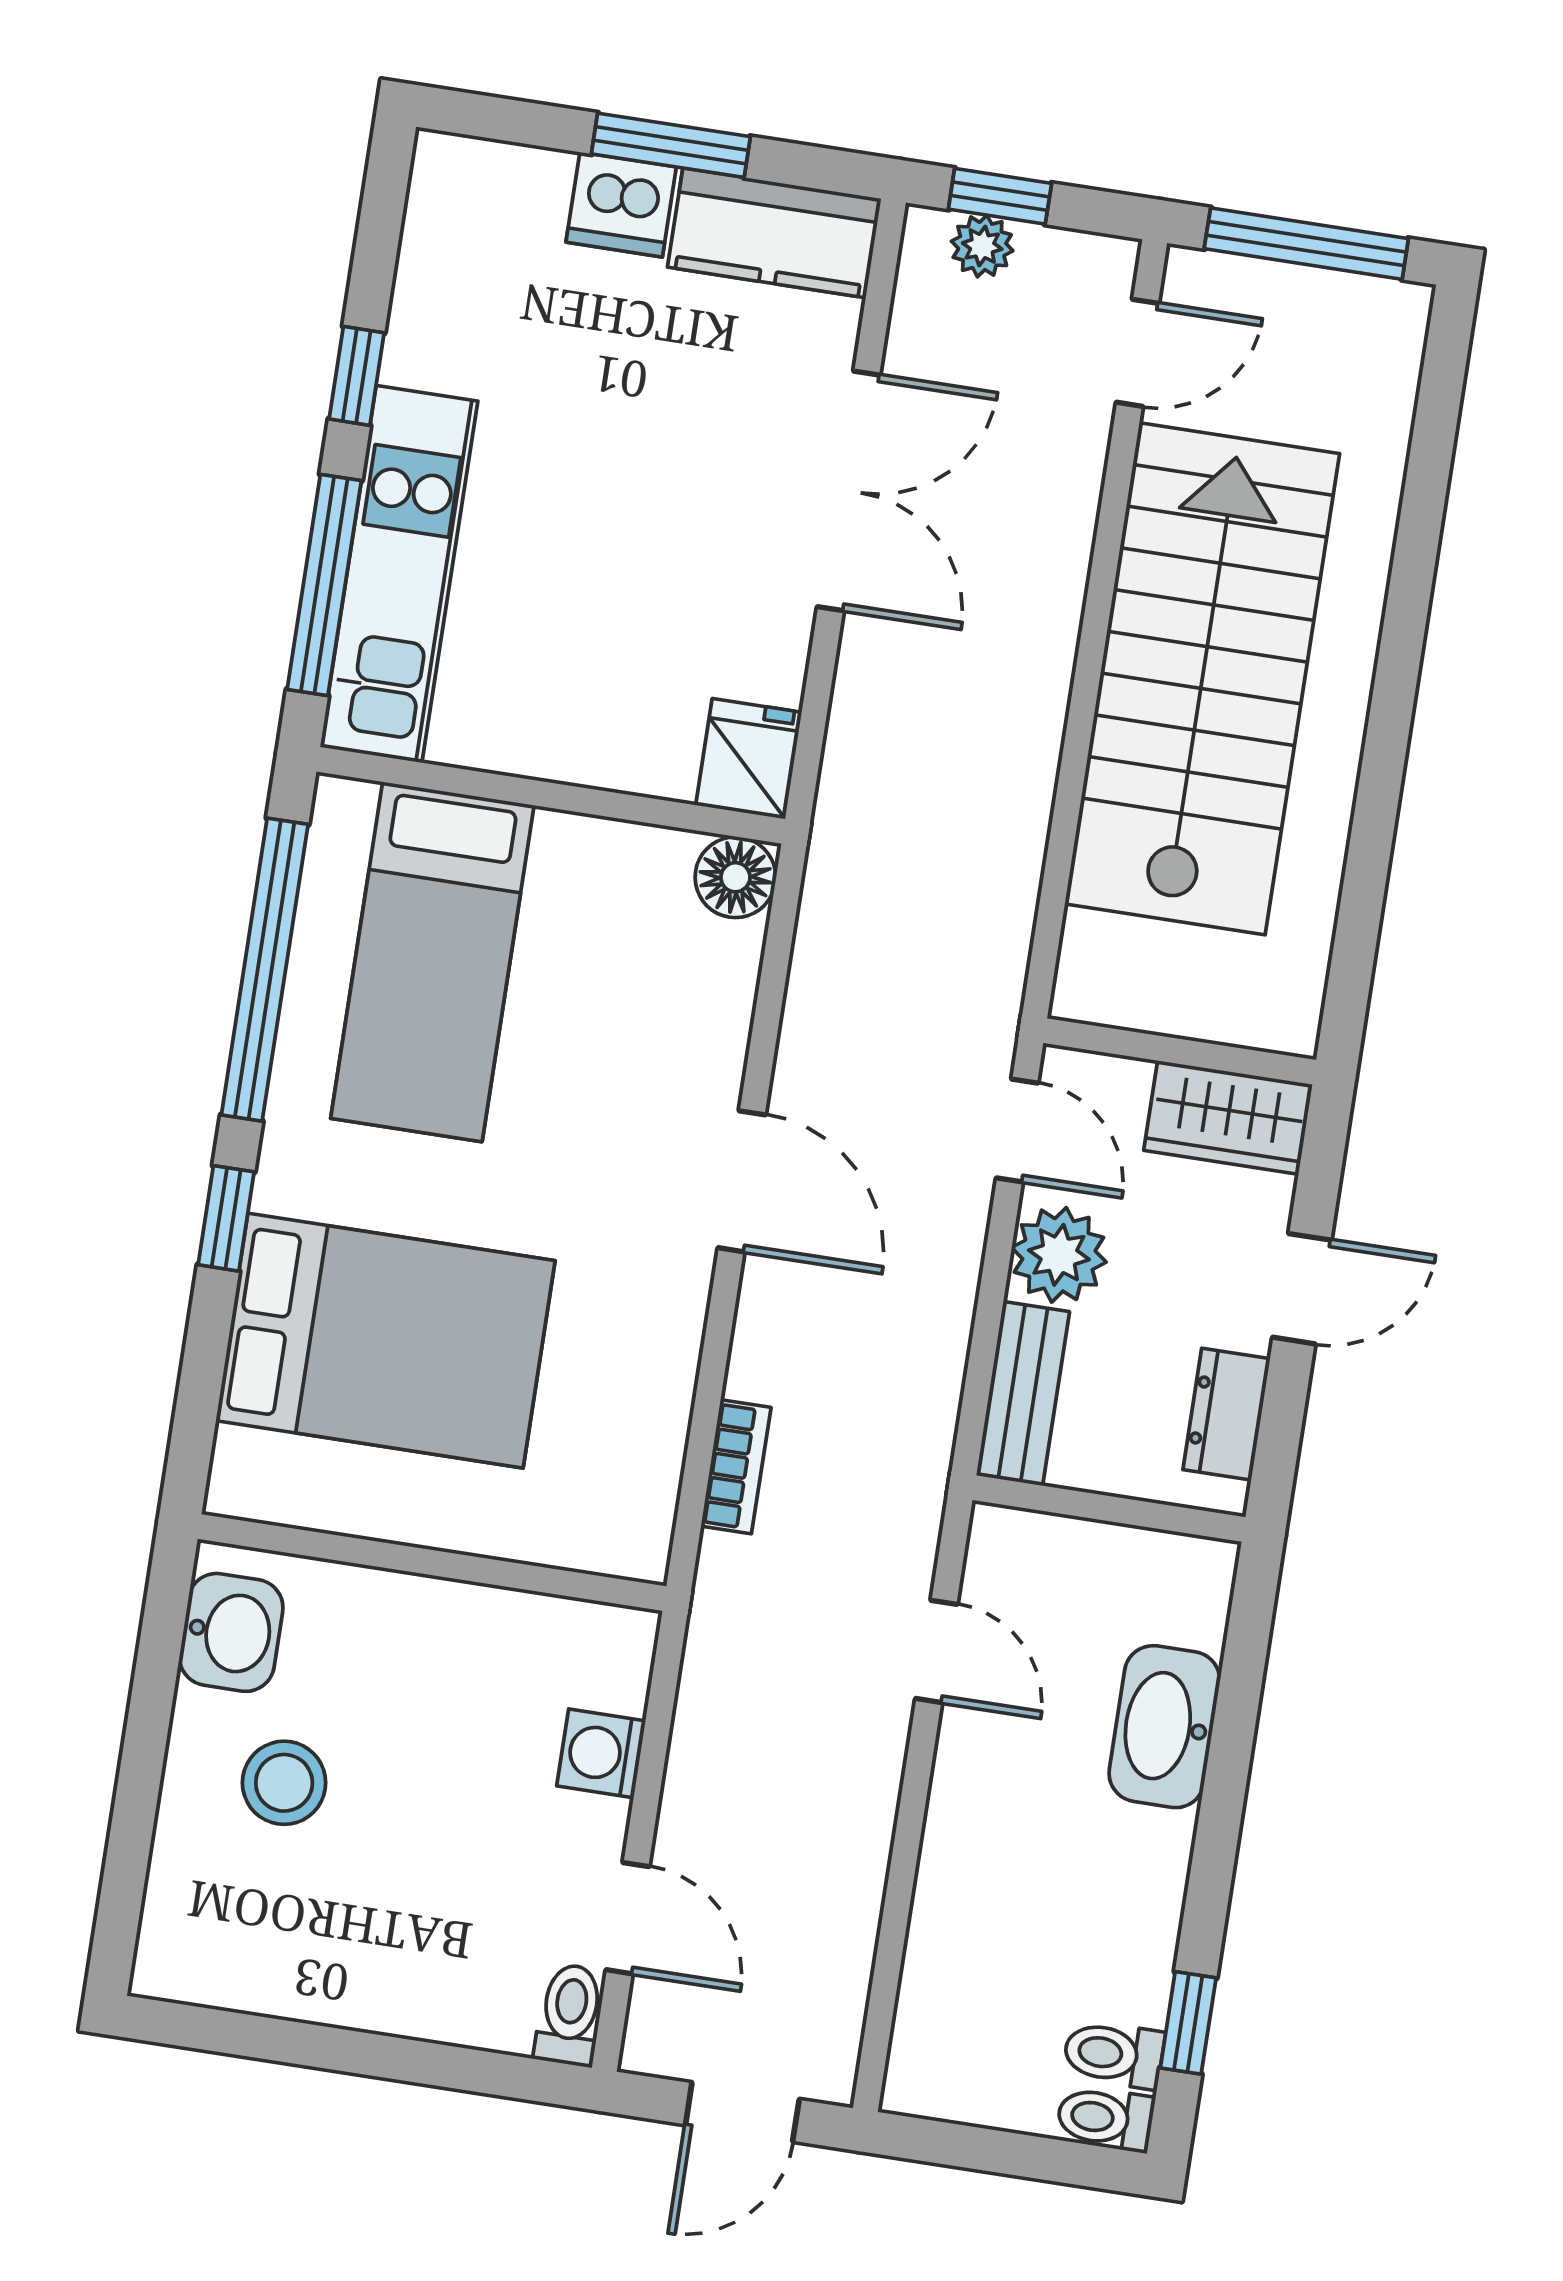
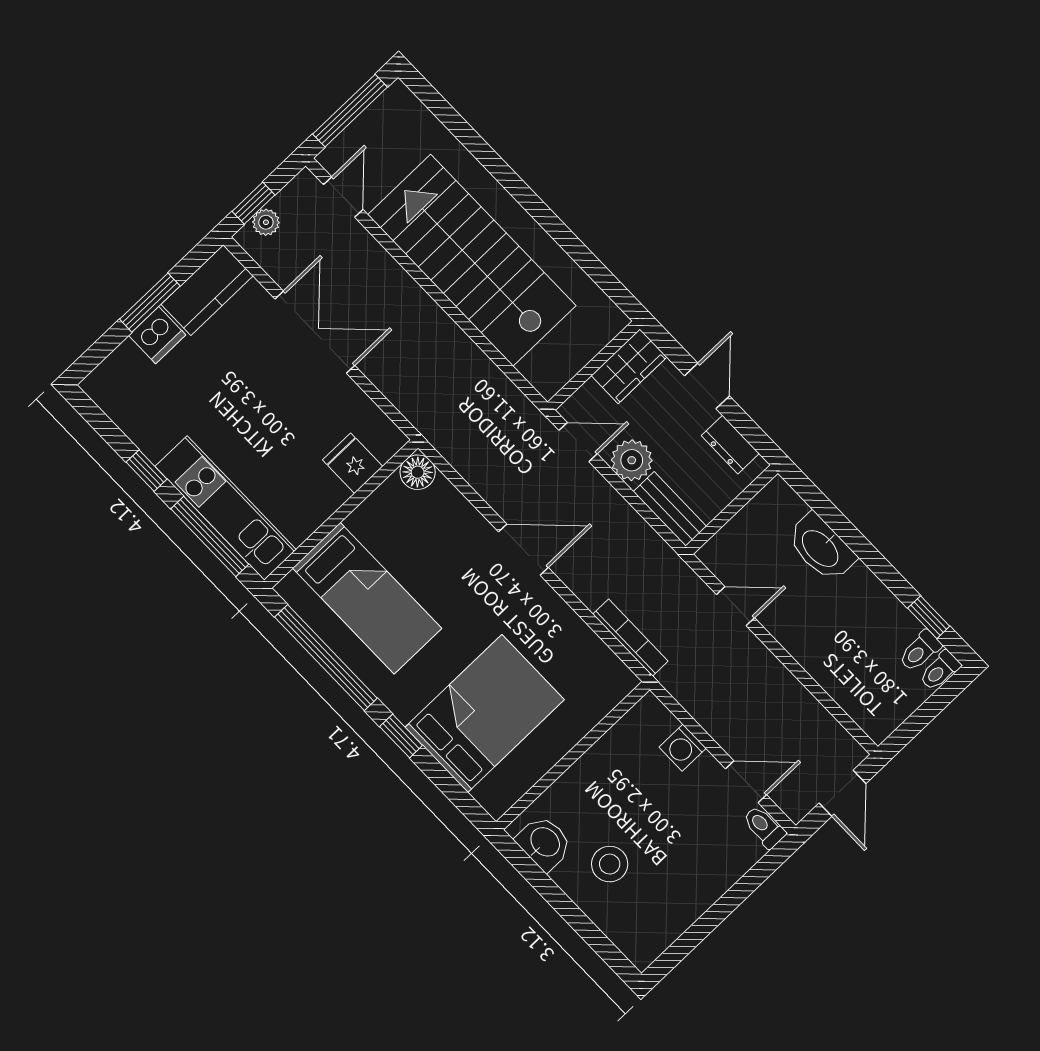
fridge: (749, 759) -> (353, 463), moved
bookcase: (736, 1467) -> (630, 638), width x1.56

